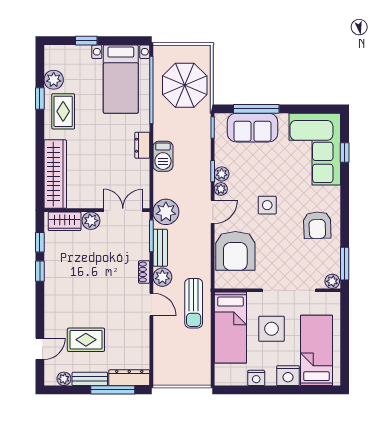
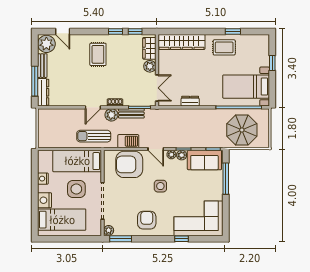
plant: (54, 80) -> (246, 41), removed
sofa: (253, 128) -> (204, 160), moved, turned -90
dresser: (142, 145) -> (190, 101), moved
window: (345, 153) -> (181, 239), moved
barbecue: (163, 156) -> (128, 141), moved, turned 180
plant: (166, 212) -> (156, 117), removed
armchair: (317, 225) -> (147, 220), turned 92
rug: (86, 340) -> (98, 54), moved
plant: (64, 379) -> (46, 44), width x1.88, depth x1.88

